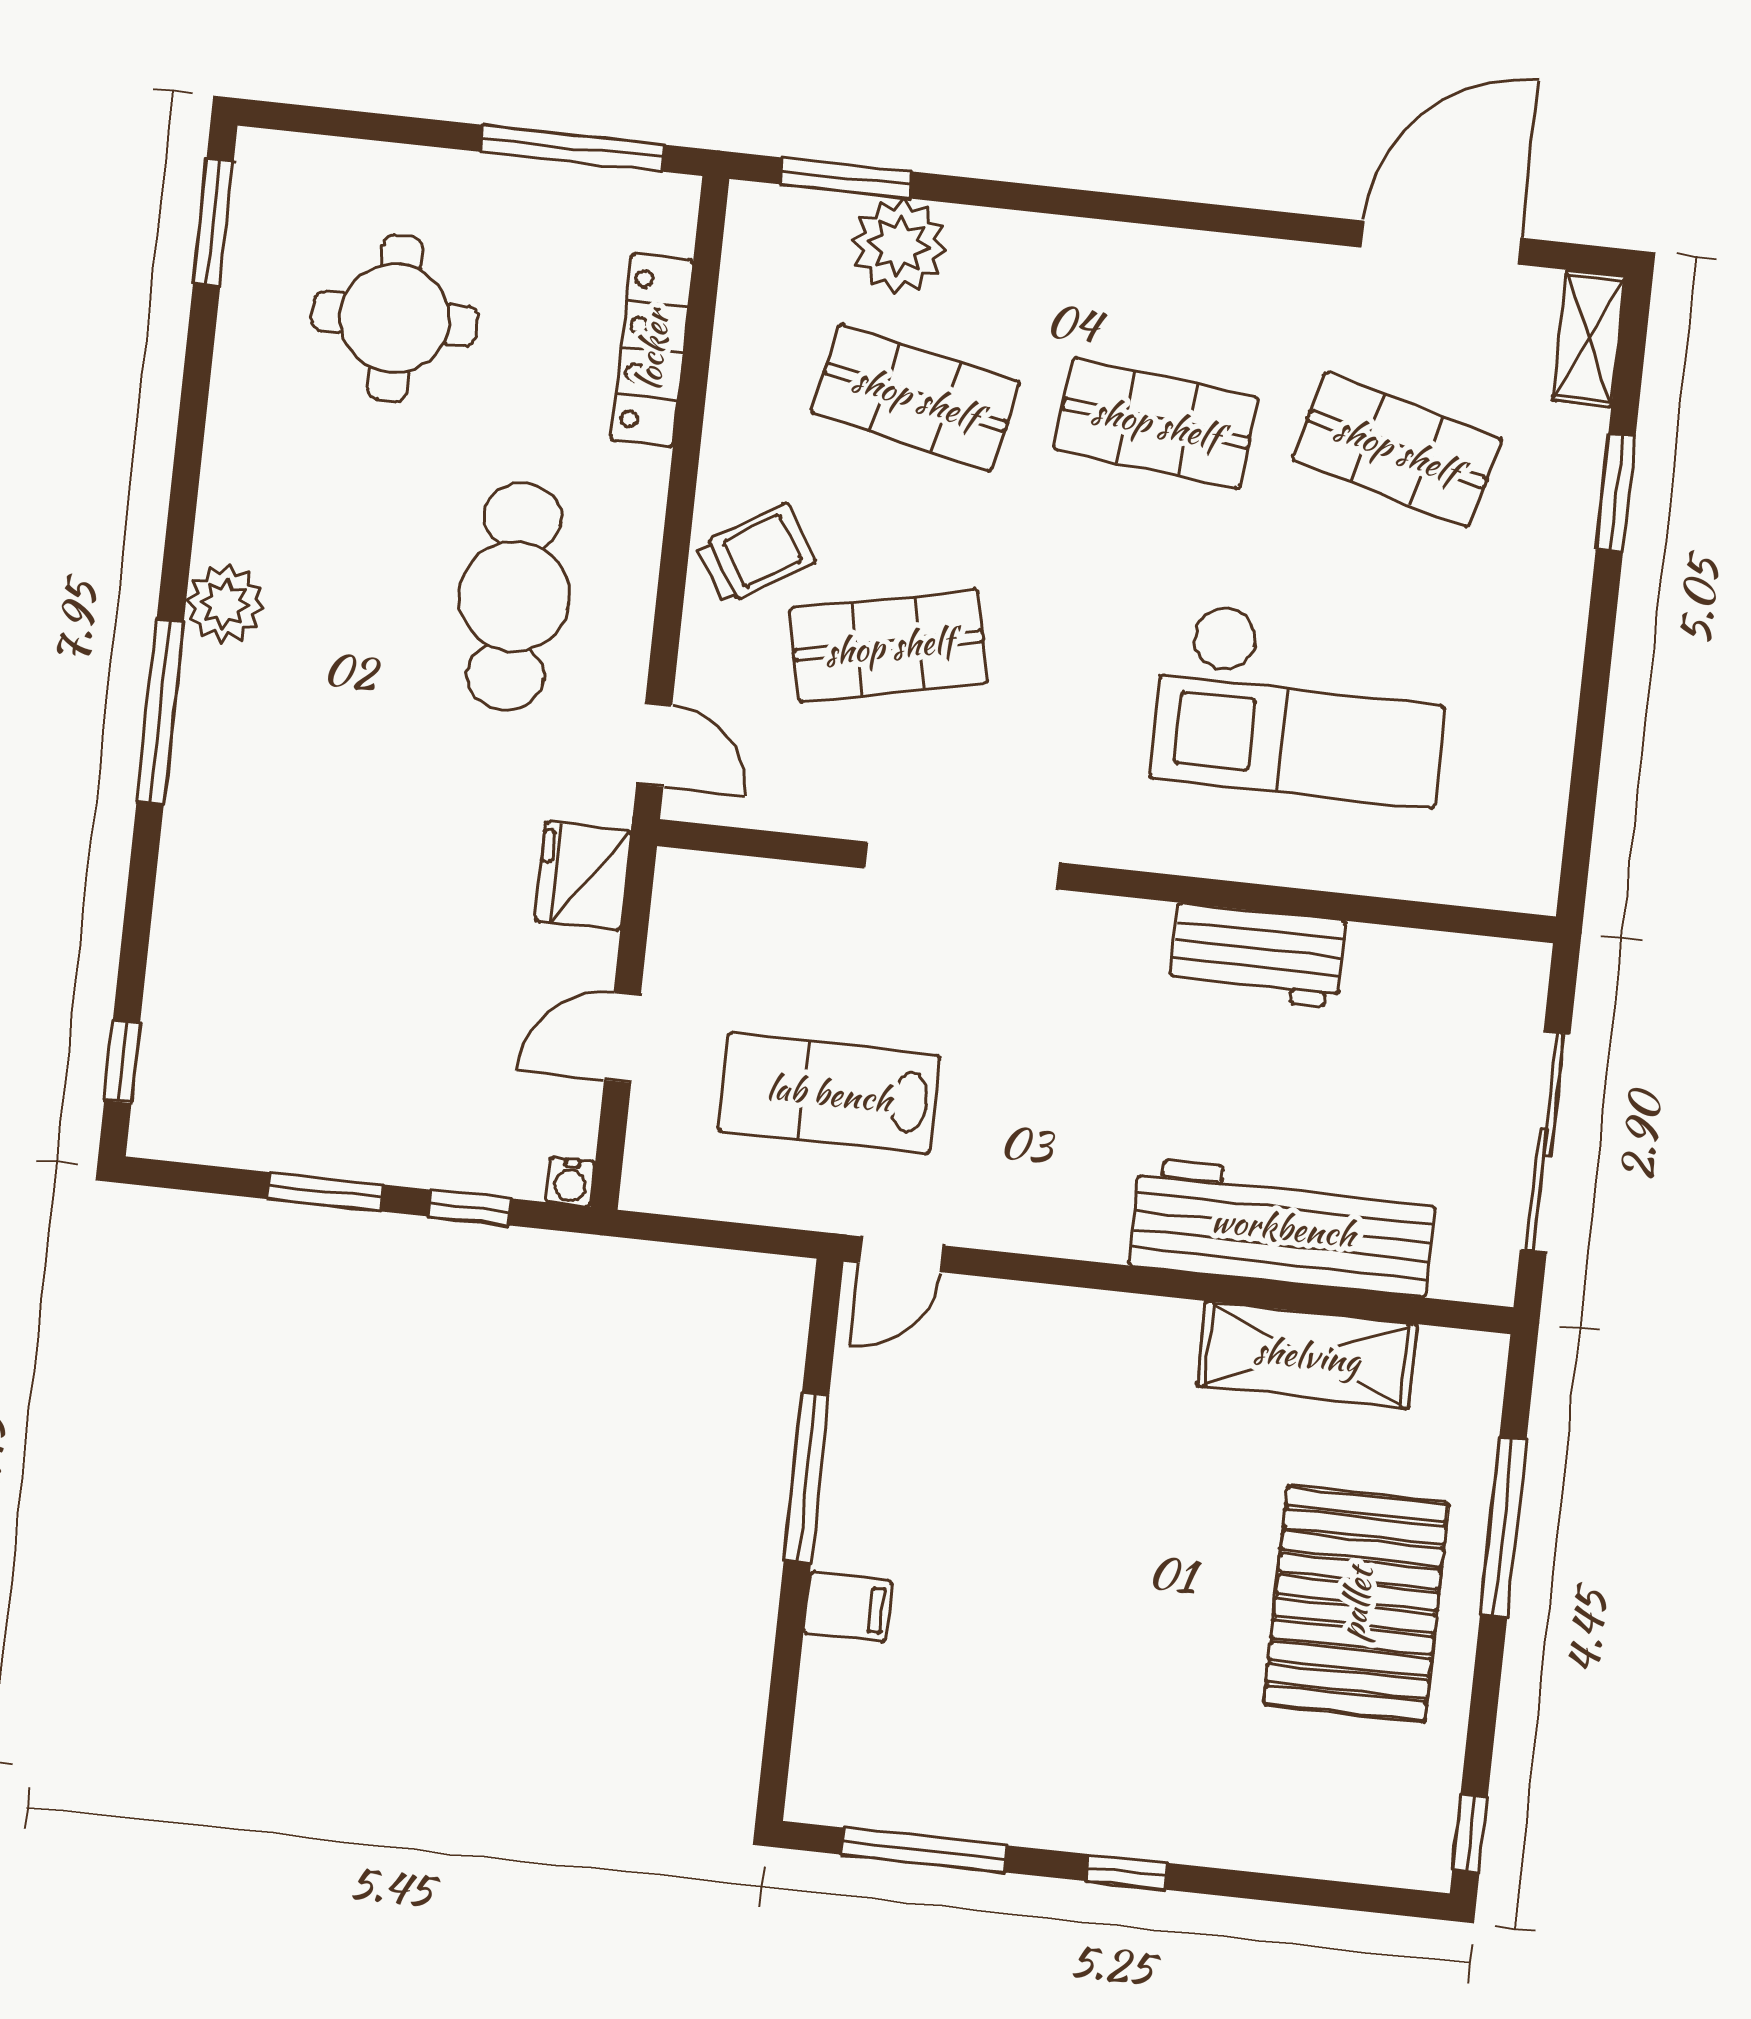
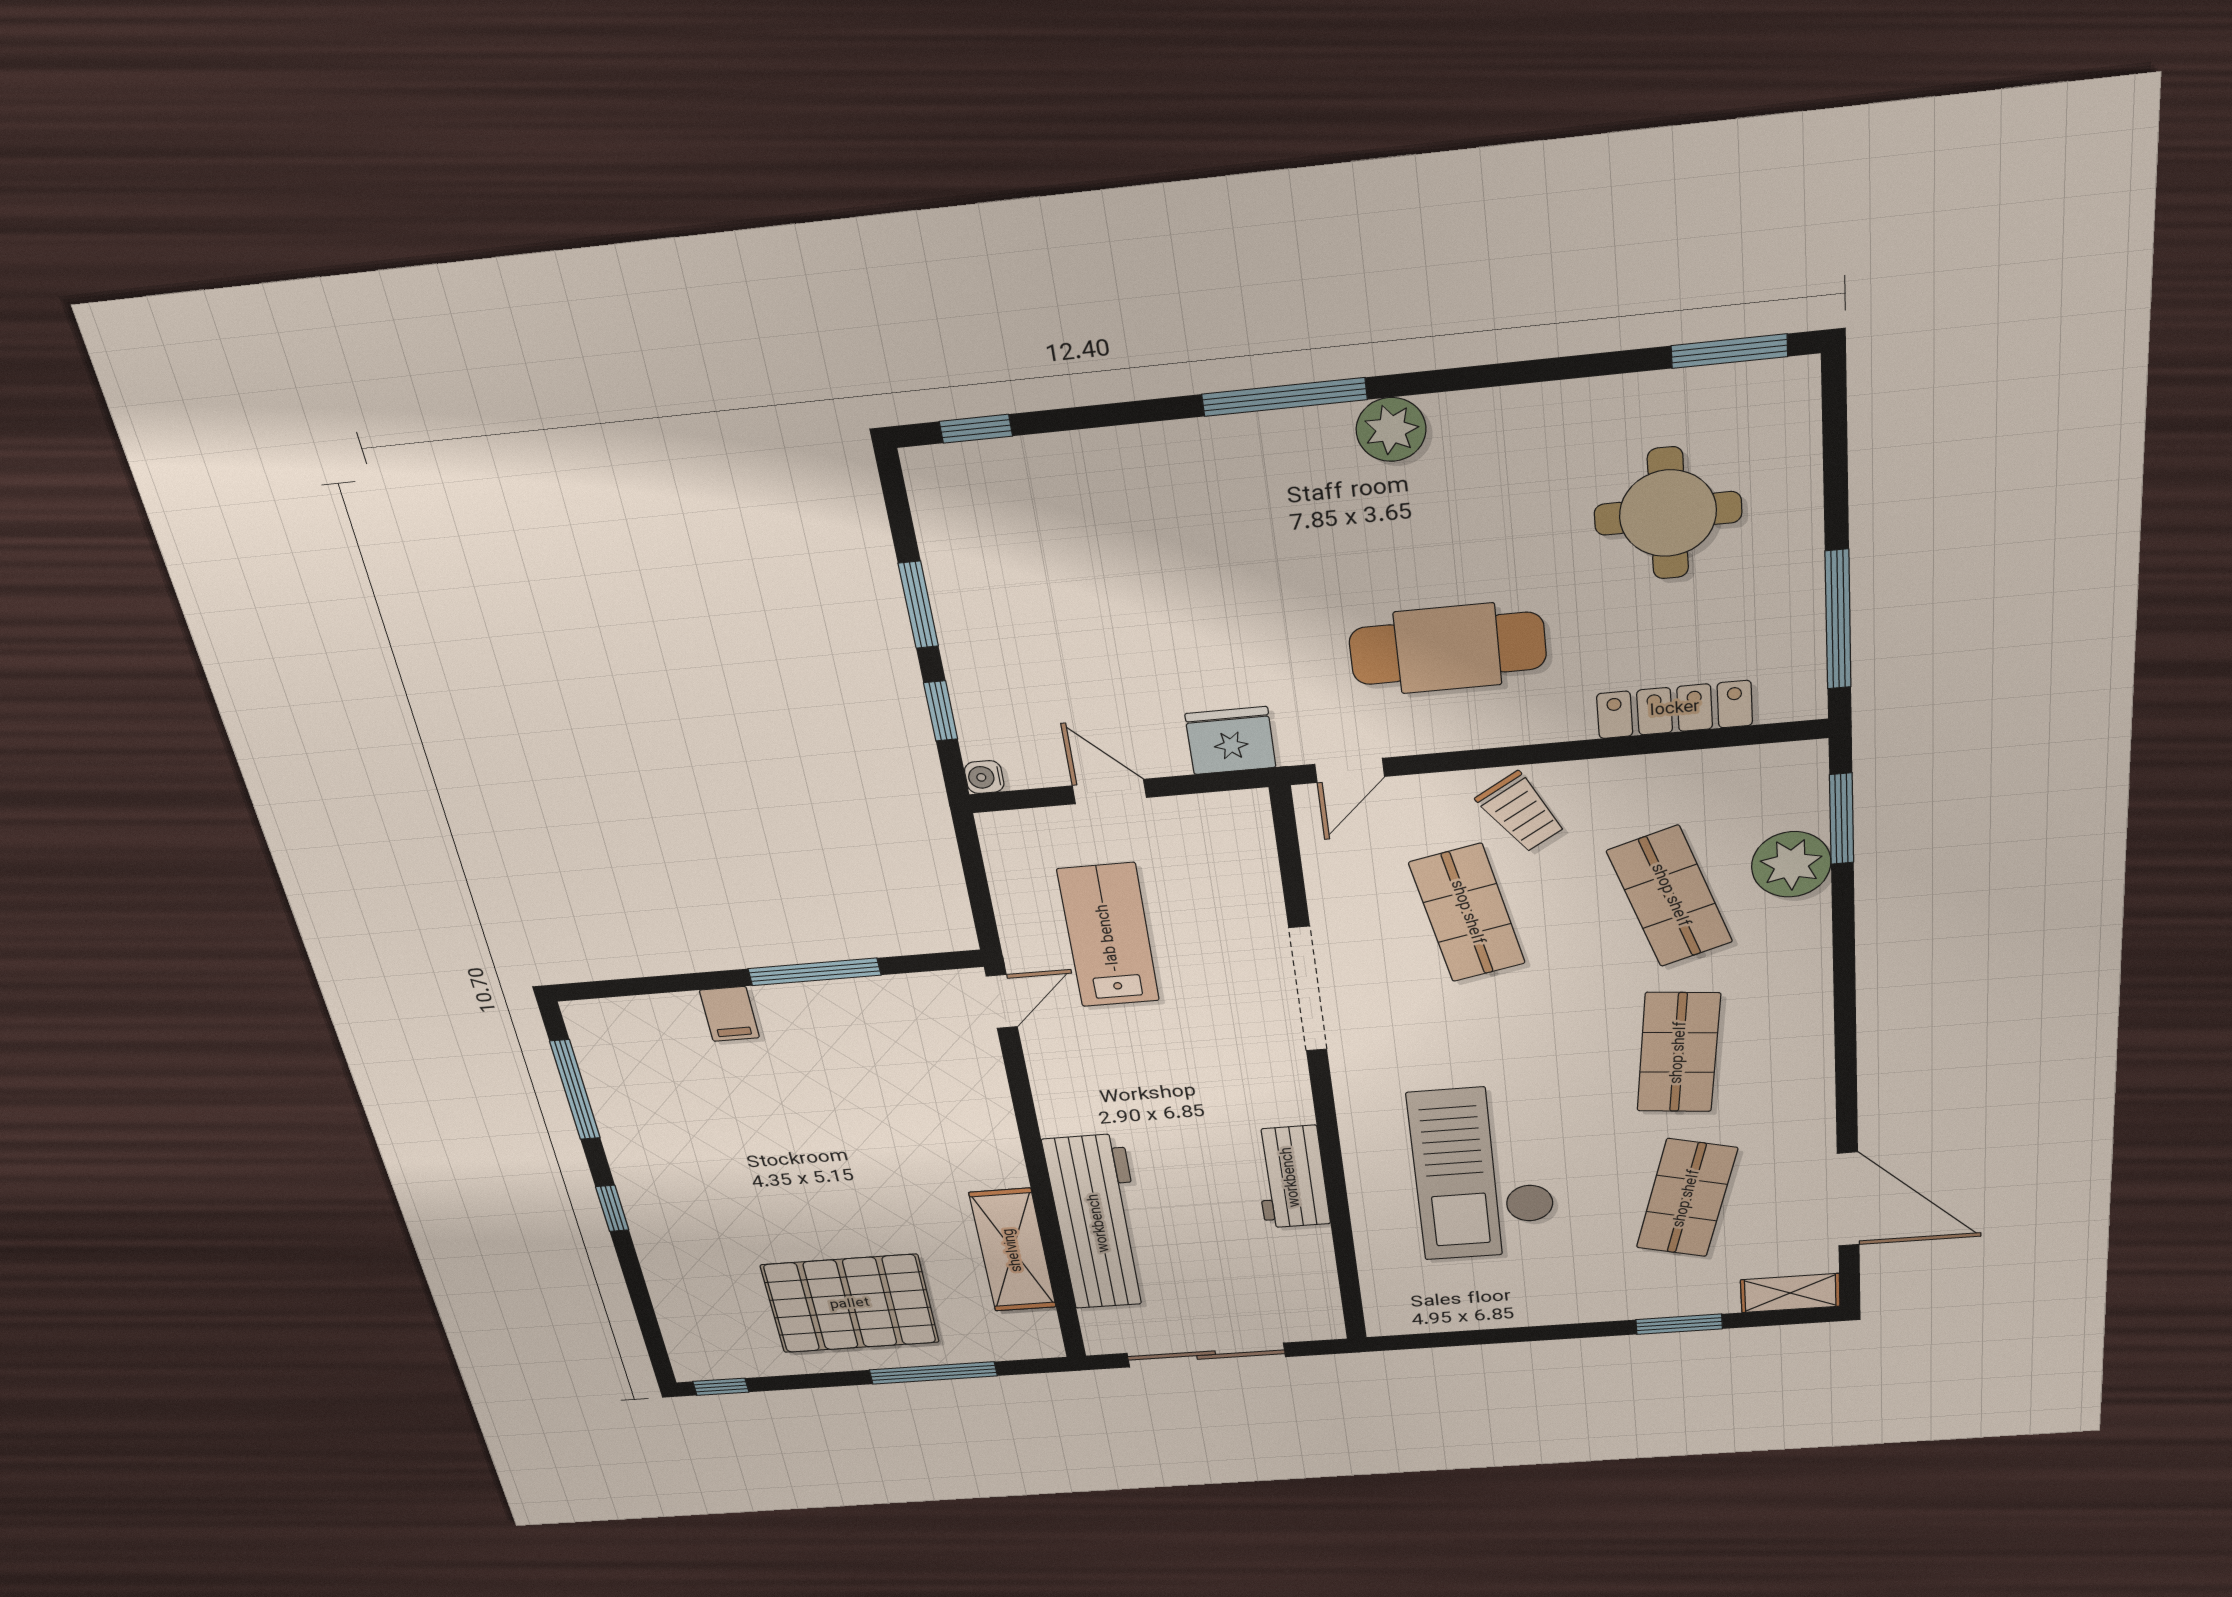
shop shelf: (916, 397) -> (1670, 896), turned -30
door: (901, 1254) -> (1002, 1002), swing flipped

